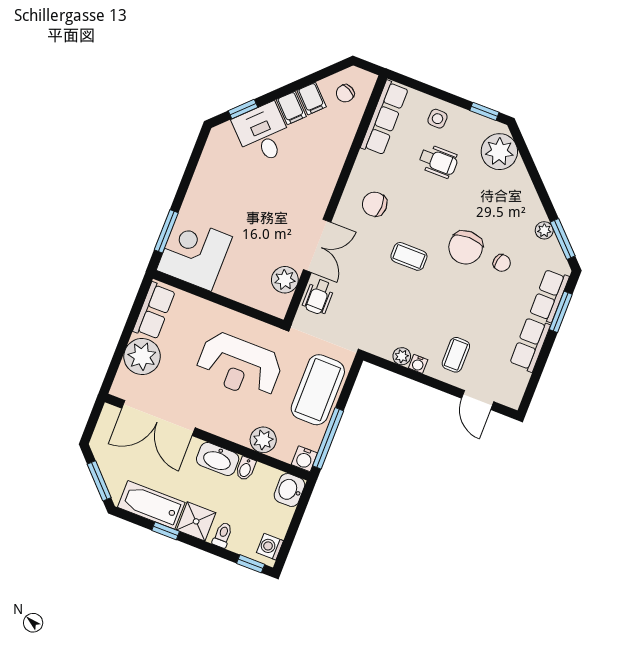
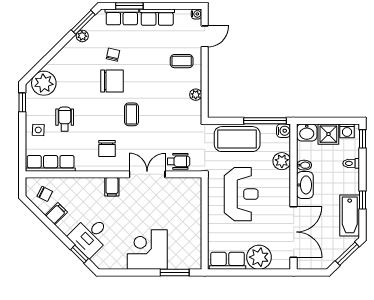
filing cabinet: (291, 108) -> (112, 187), moved, turned 135
corner desk: (194, 253) -> (147, 250), moved, turned 90
plant: (285, 280) -> (176, 186), removed
water cooler: (418, 364) -> (197, 14), moved
shower: (196, 521) -> (328, 134), moved

